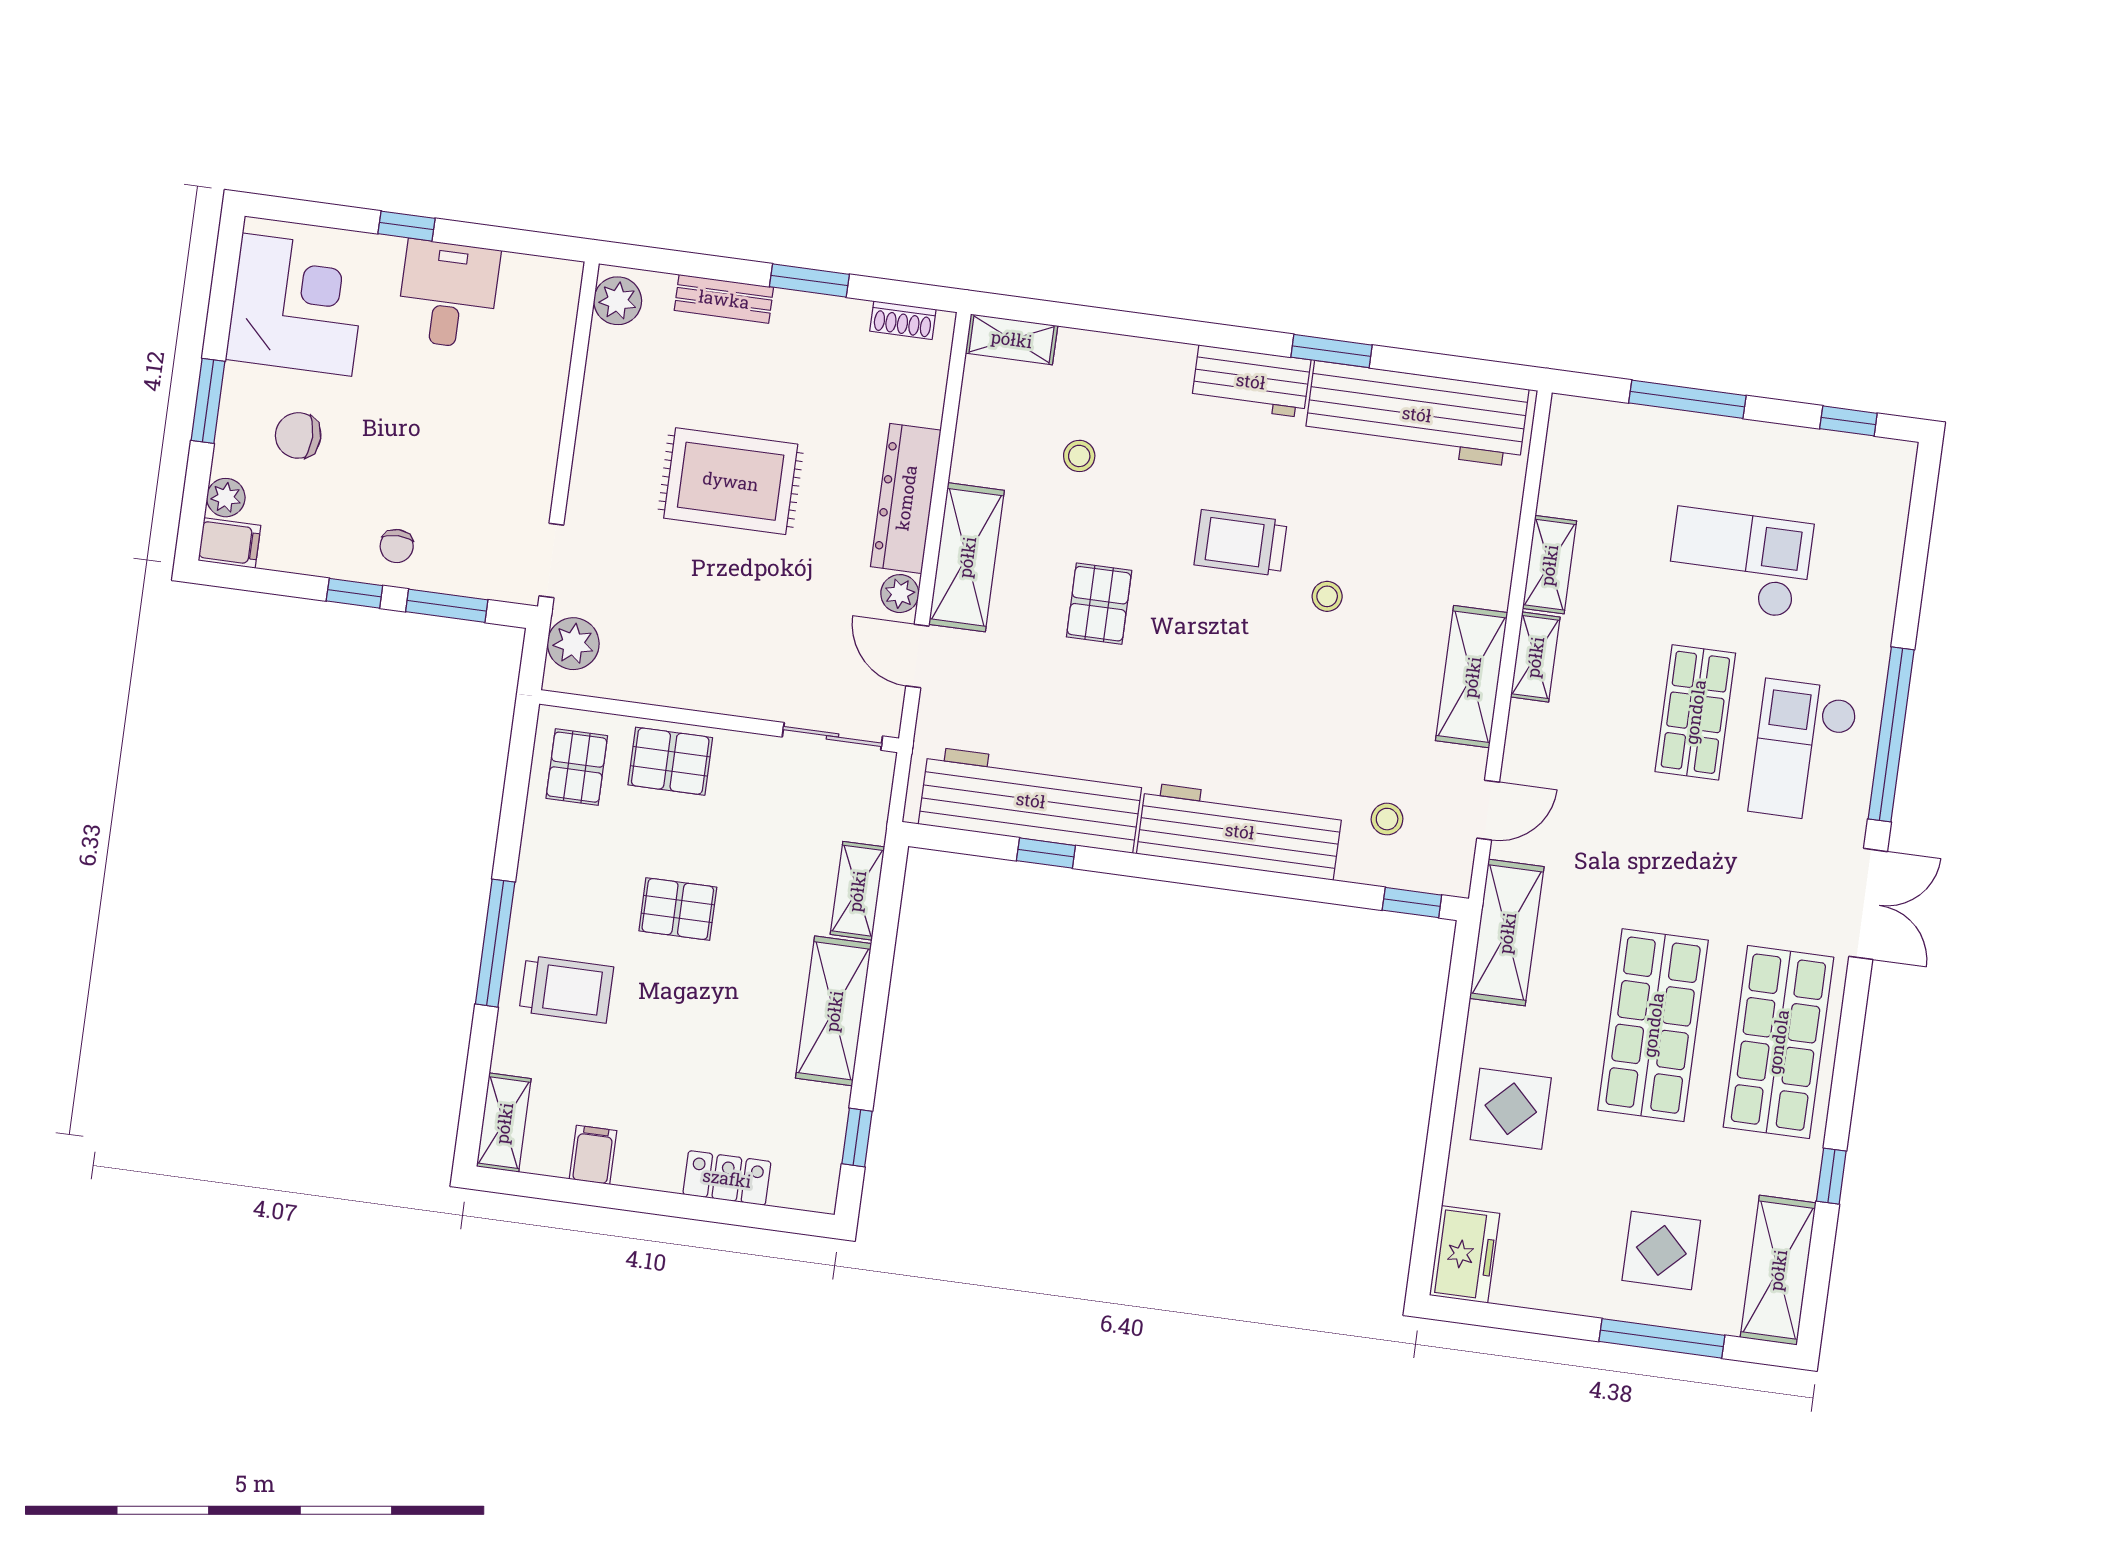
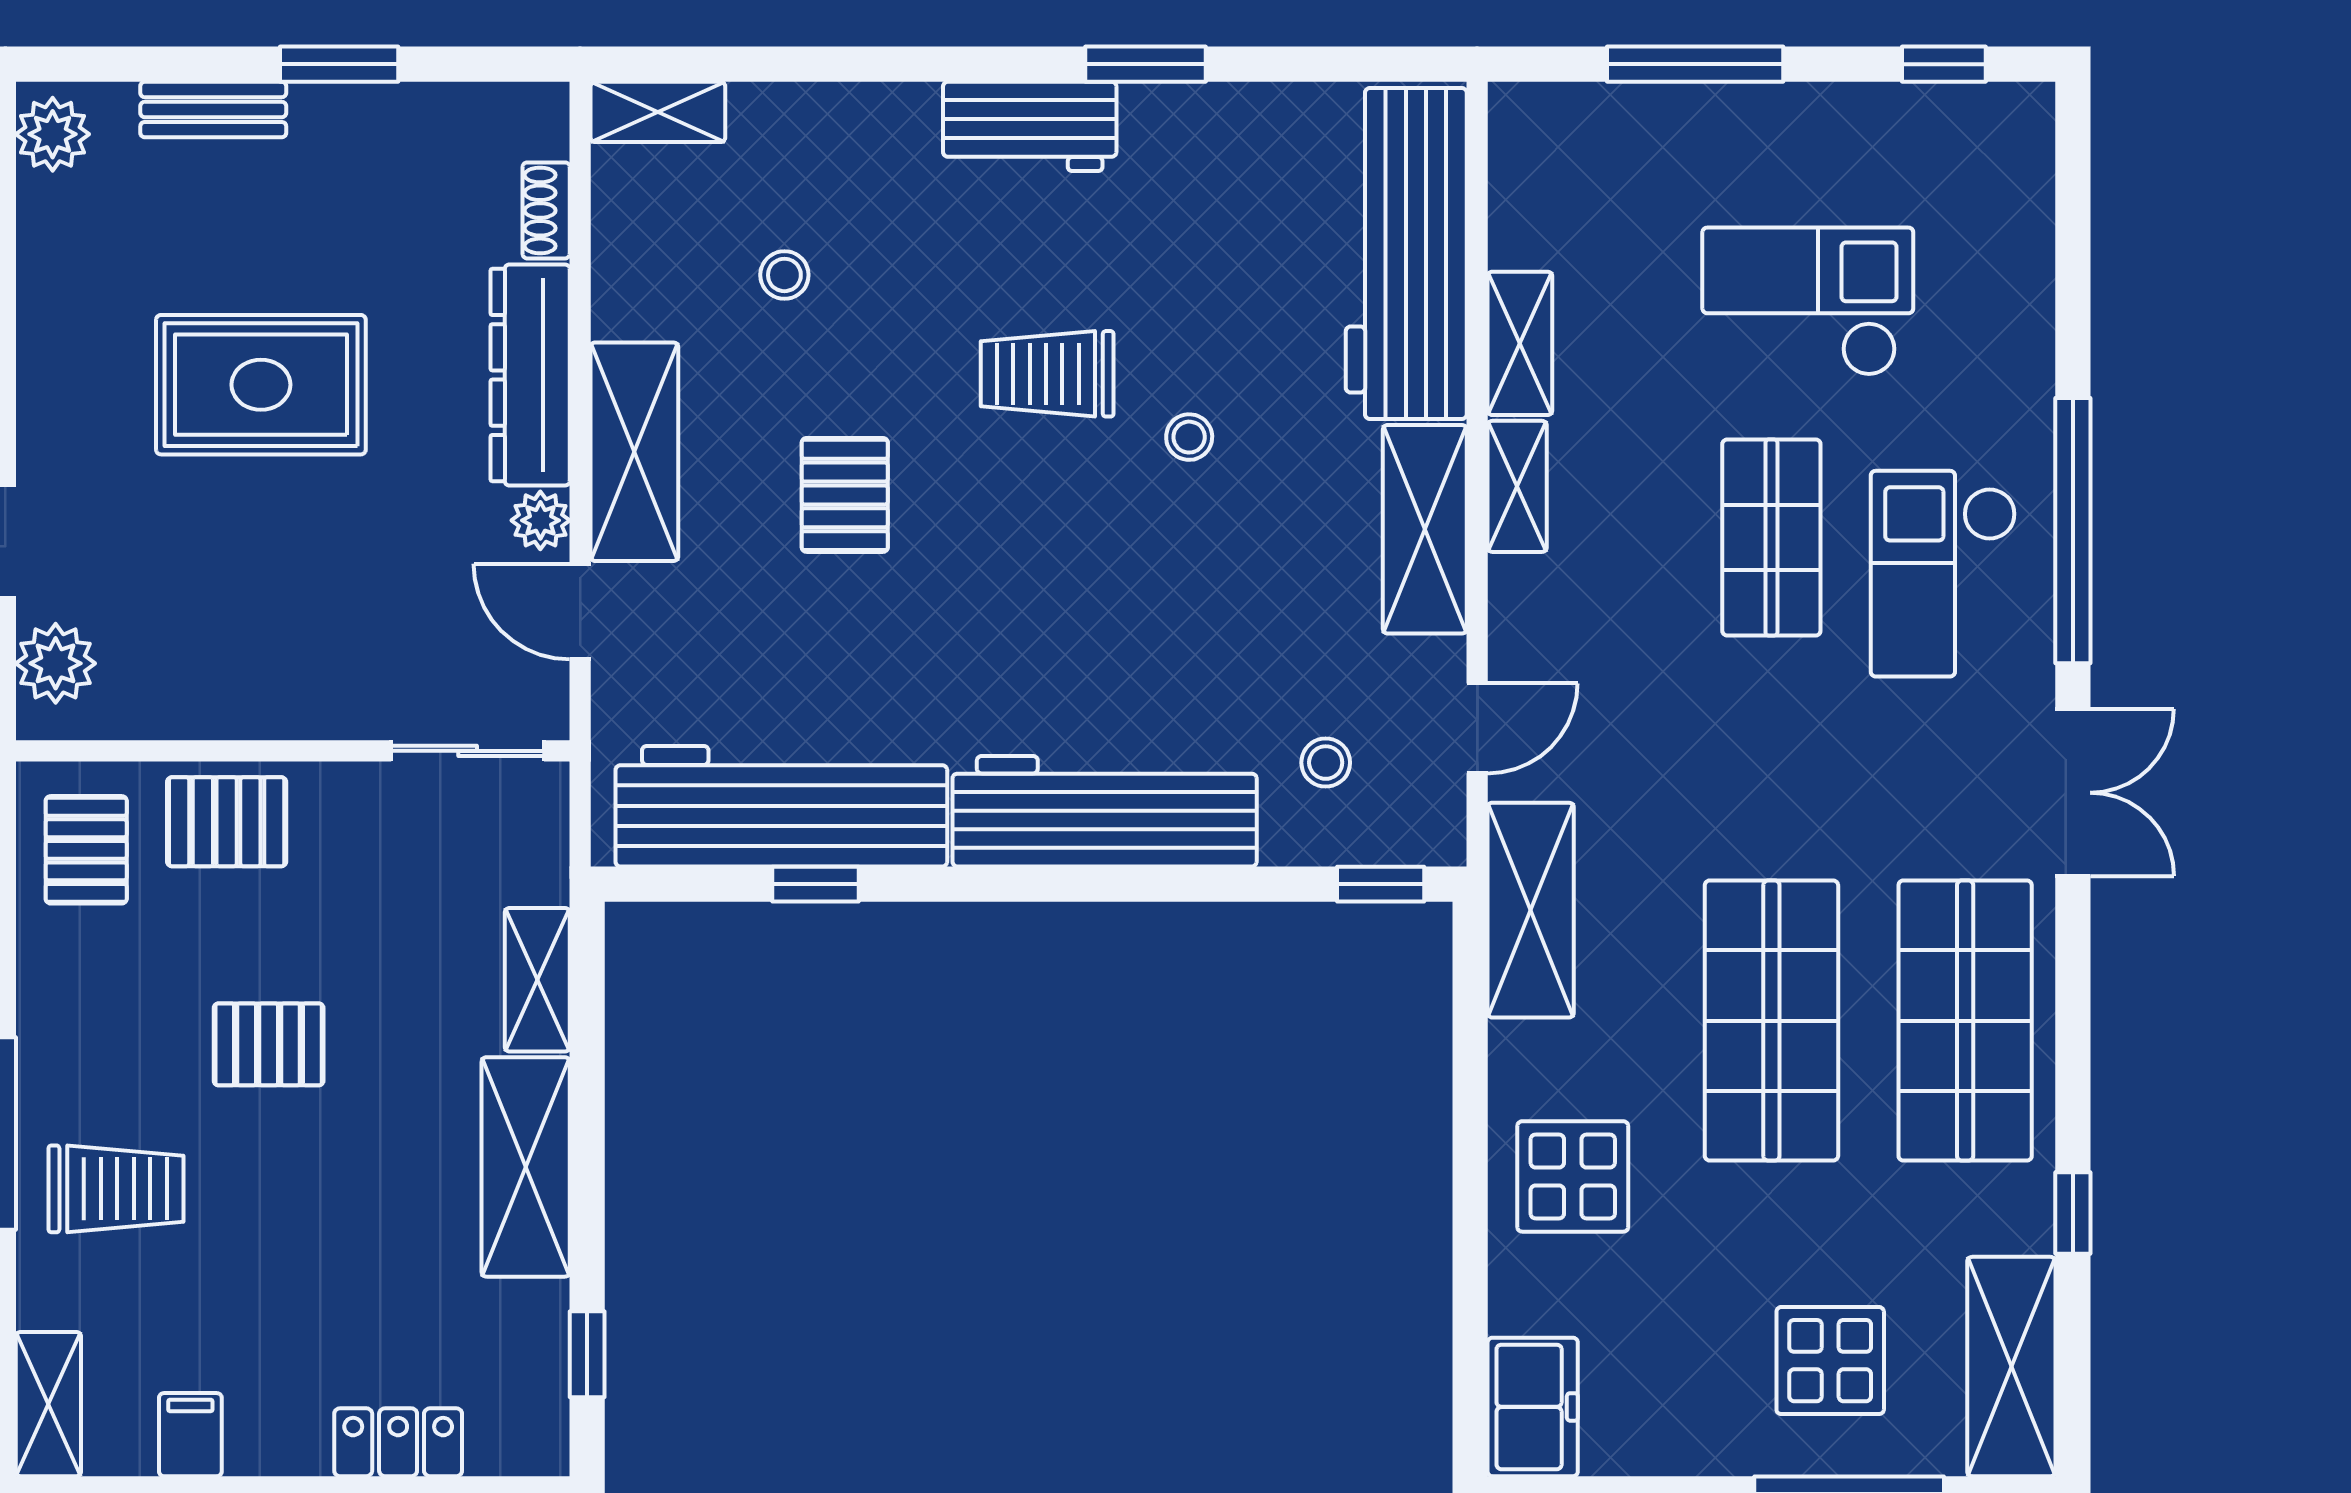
shoe rack: (903, 320) -> (546, 210), moved, turned 90
workbench: (1417, 414) -> (1406, 253), moved, turned 90

